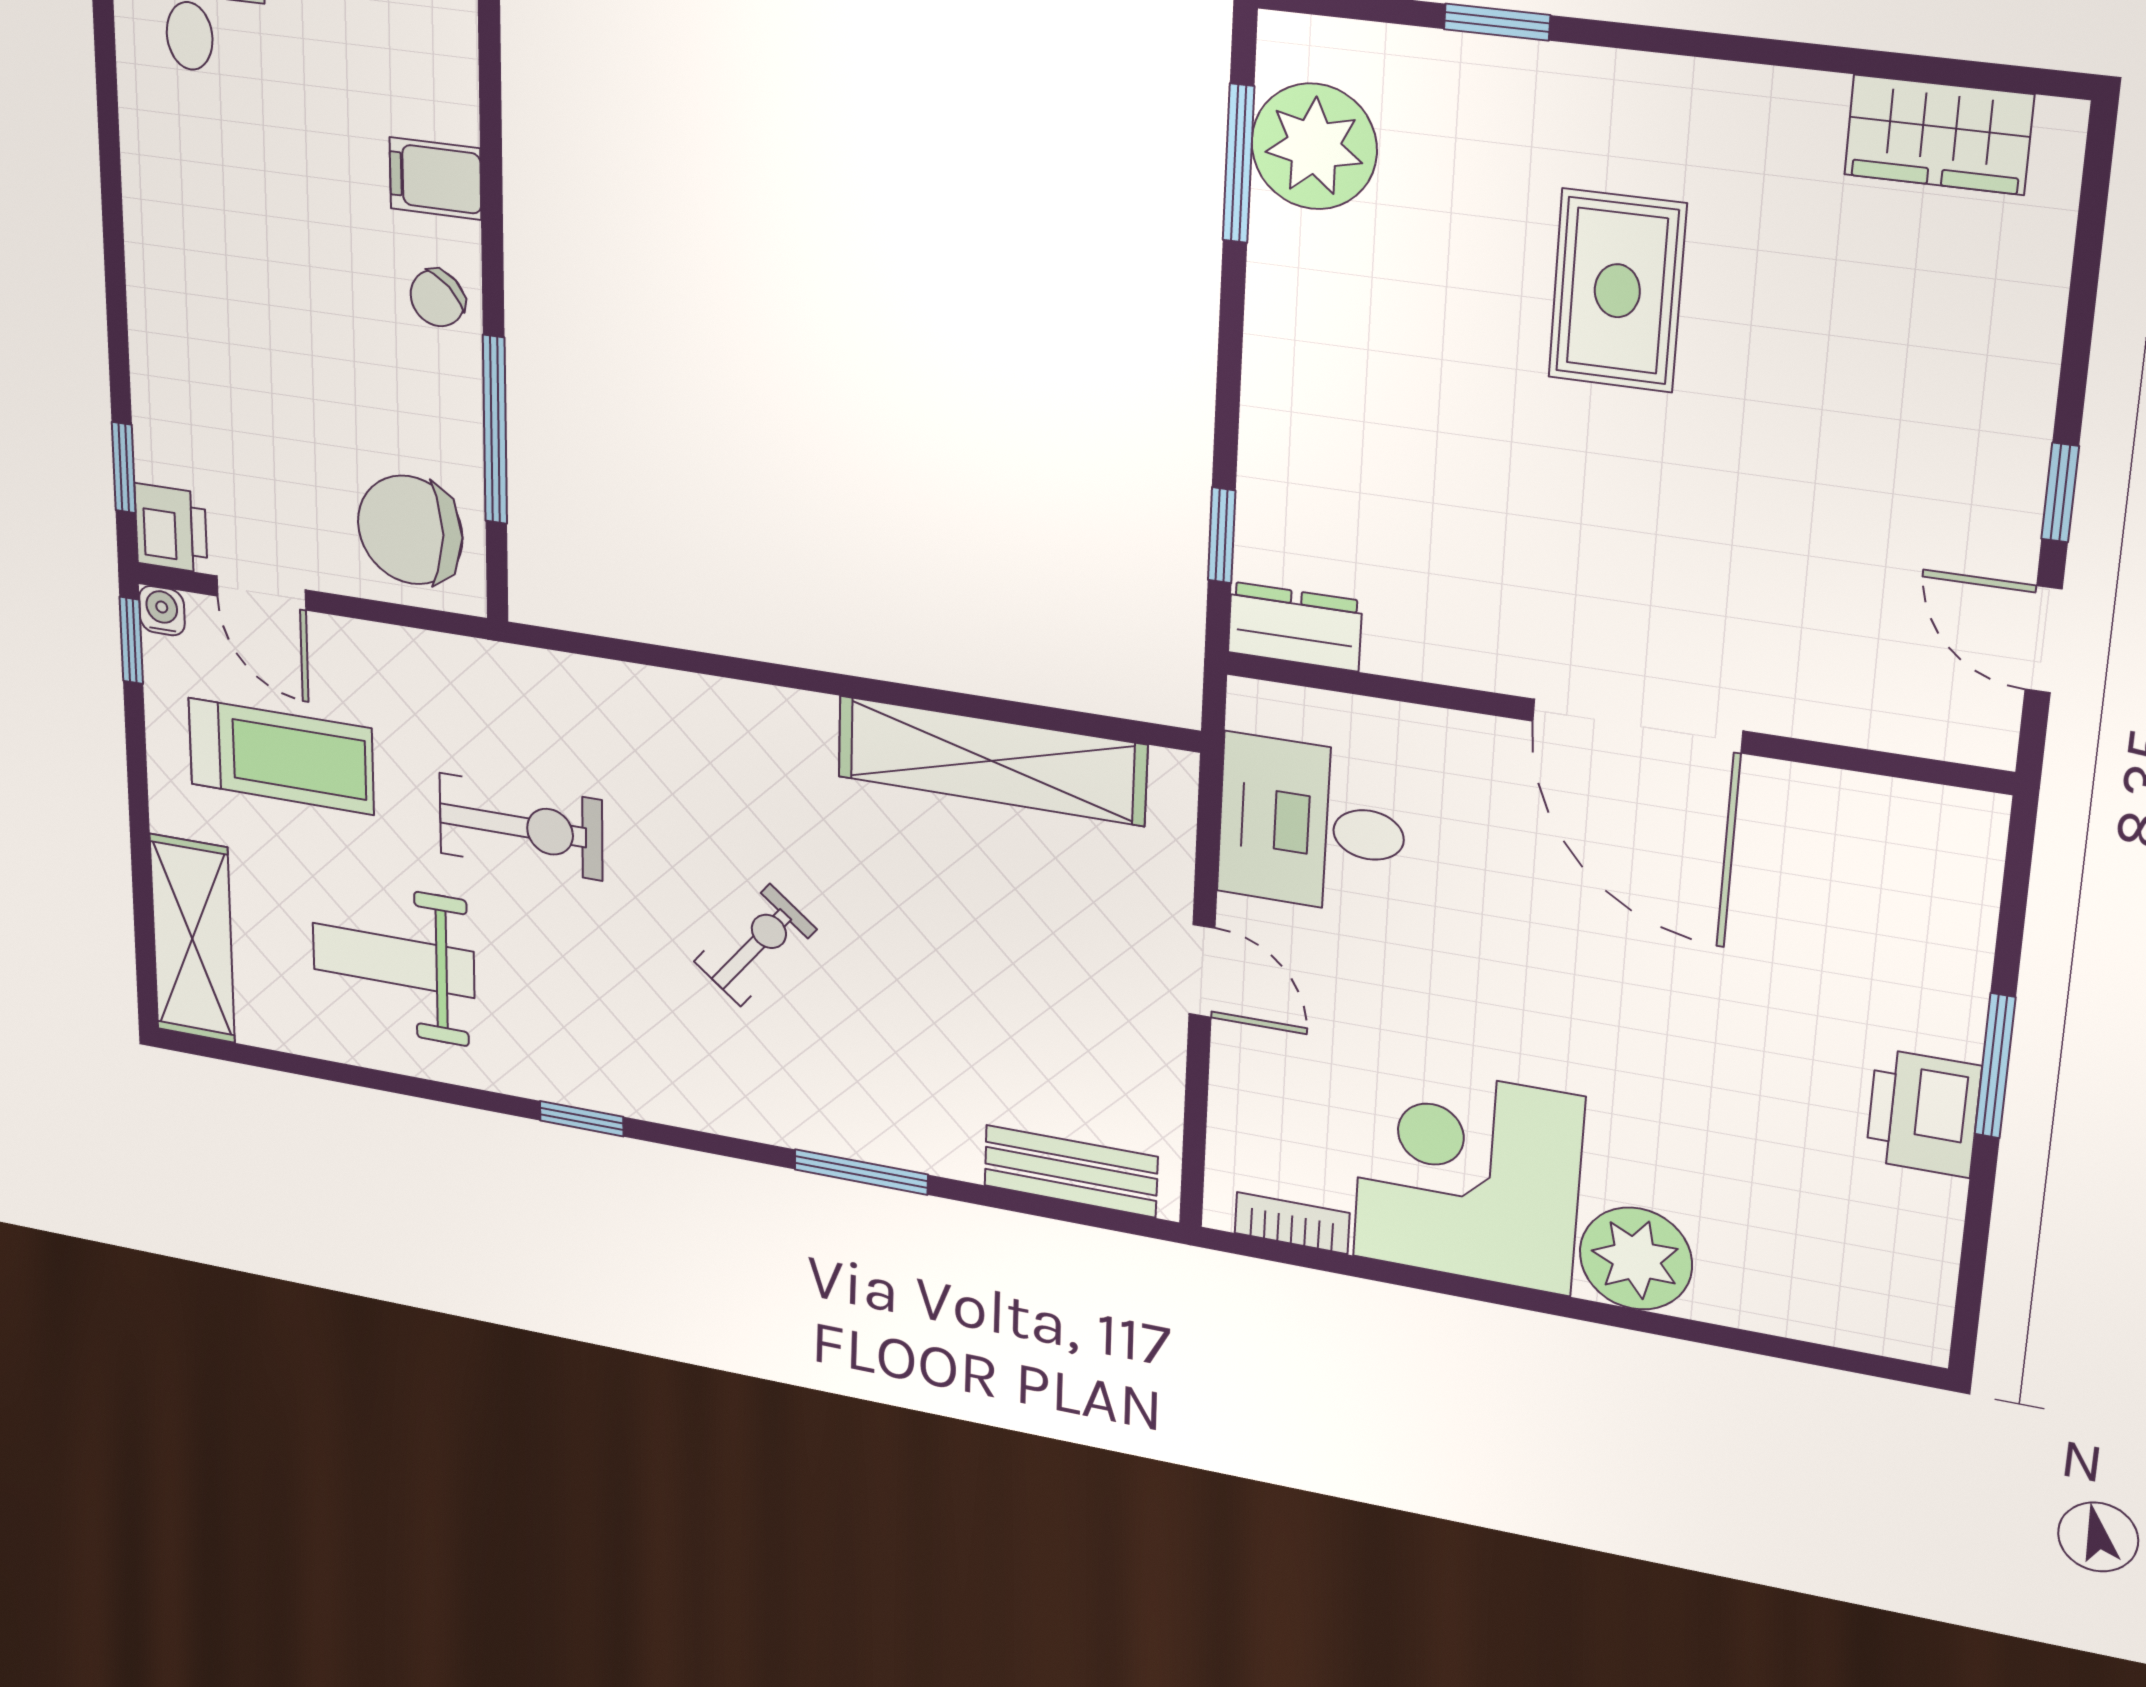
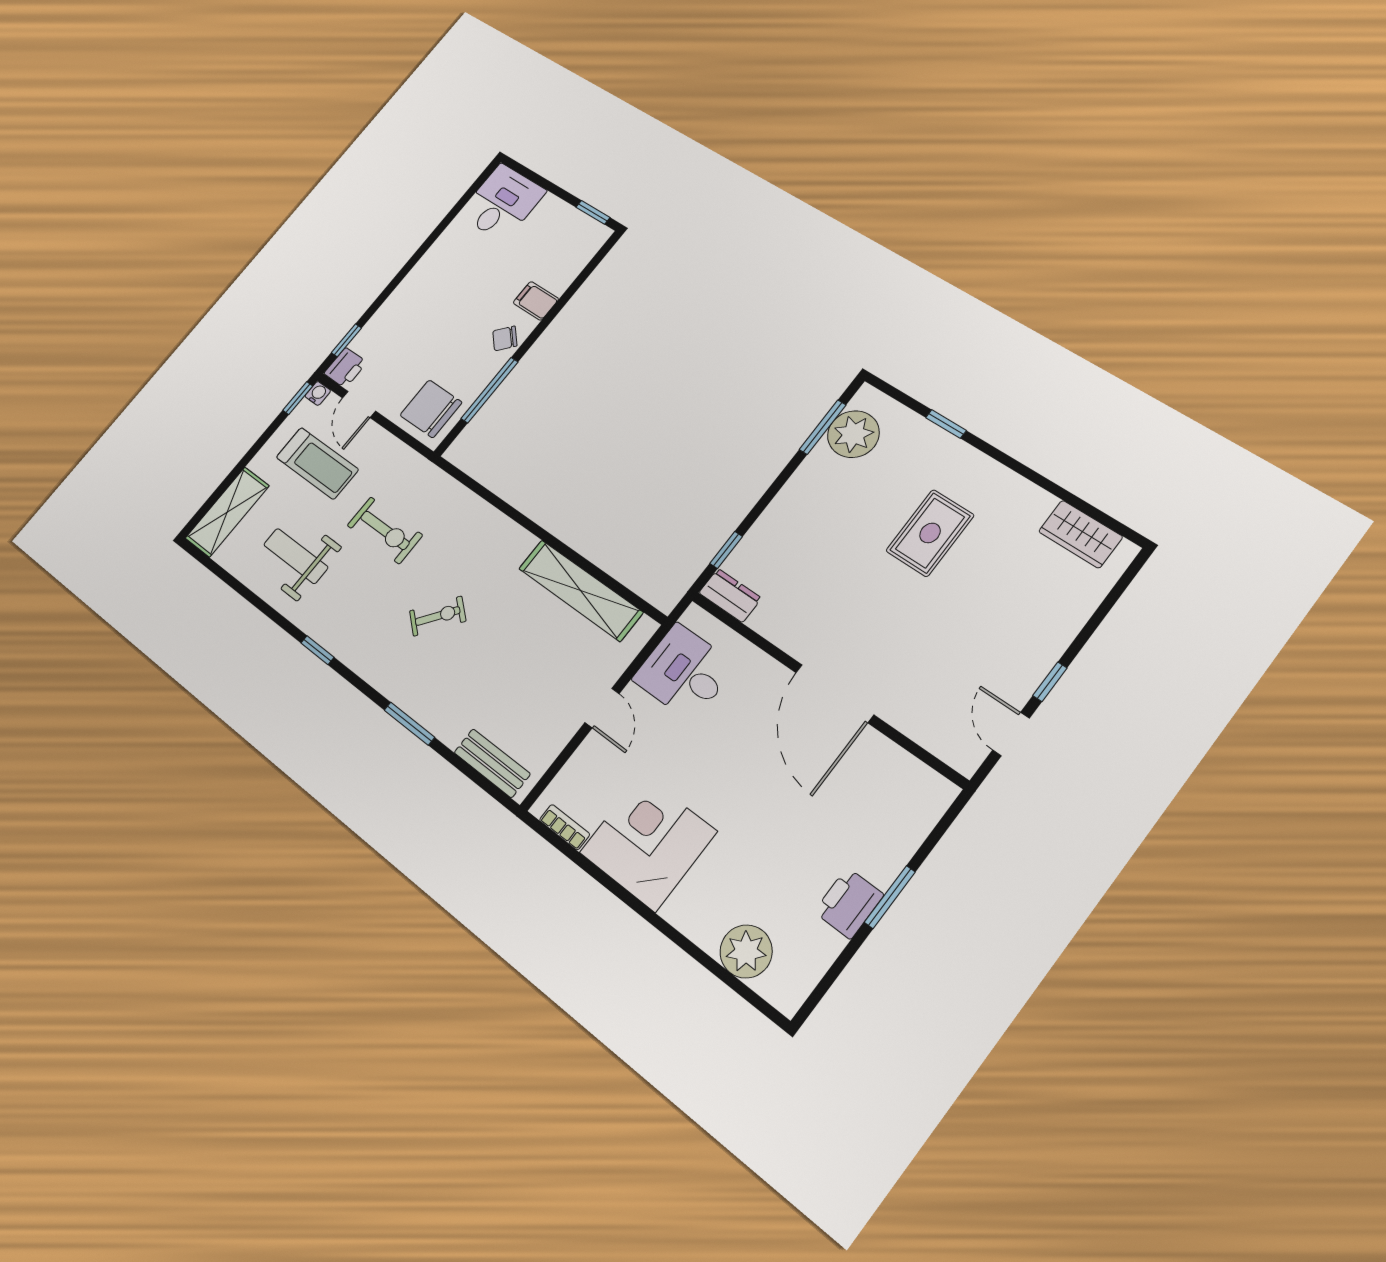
plant: (1636, 1259) -> (746, 951), moved

